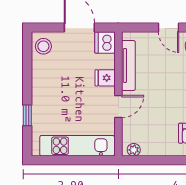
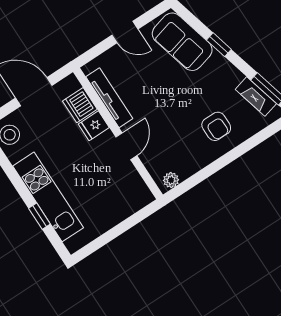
dishwasher: (105, 43) -> (80, 105), moved
kitchen unit: (77, 146) -> (48, 197), moved, turned 90

